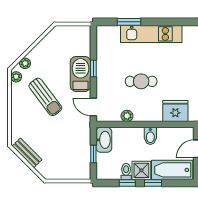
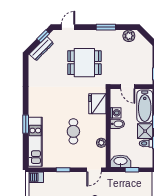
window: (129, 22) -> (26, 124), moved
kitchen unit: (151, 34) -> (35, 142), moved
barbecue: (81, 74) -> (36, 177), moved, width x0.53, depth x0.65
washing machine: (164, 134) -> (116, 113), added

